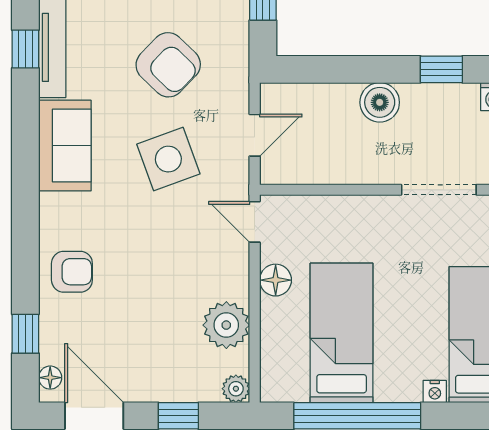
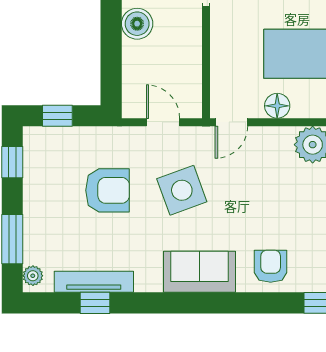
armchair: (168, 65) -> (108, 190), turned 46
sofa: (65, 146) -> (200, 272), moved

